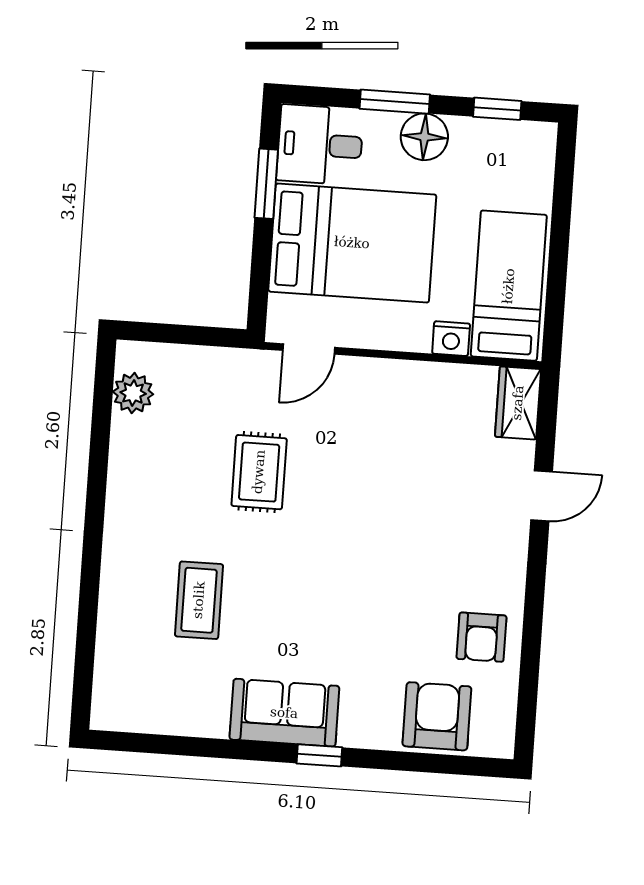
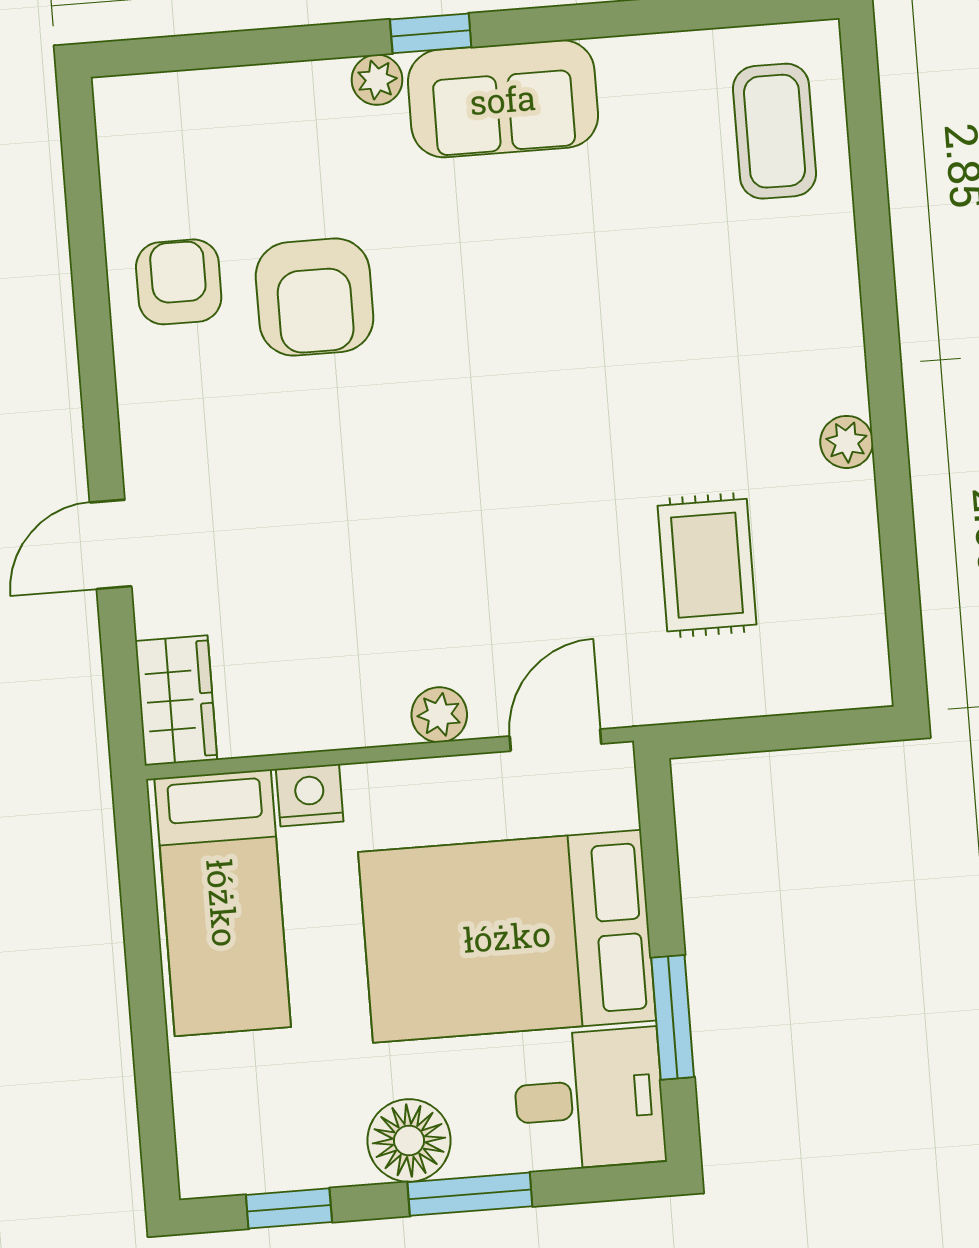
plant: (372, 373) -> (439, 715), added
plant: (133, 393) -> (847, 442), moved, width x0.73, depth x0.73
rug: (259, 472) -> (707, 565), moved
coffee table: (199, 600) -> (775, 131), moved
armchair: (437, 716) -> (315, 297), moved
plant: (353, 734) -> (377, 80), added

